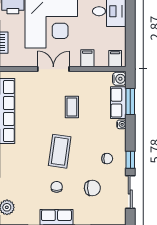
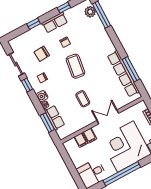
filing cabinet: (115, 59) -> (81, 140), moved
double door: (53, 69) -> (108, 117), swing flipped
water cooler: (119, 79) -> (42, 96), moved

